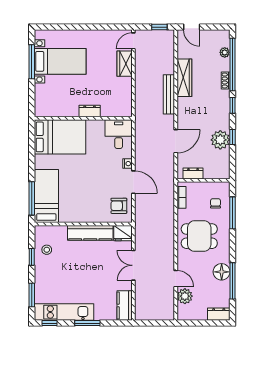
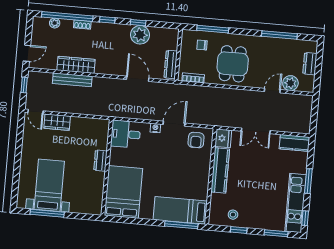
bench: (169, 94) -> (72, 80), moved
dresser: (193, 173) -> (171, 64), width x1.44
floor lamp: (222, 272) -> (270, 45), removed
dresser: (219, 314) -> (310, 64), moved

